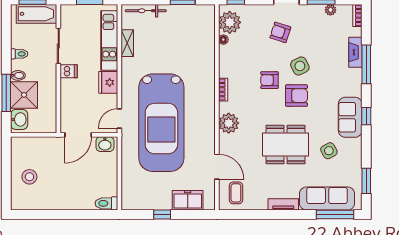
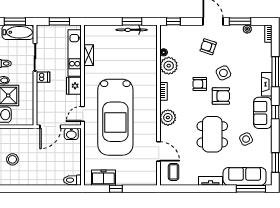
bicycle: (146, 11) -> (132, 30), moved
plant: (230, 22) -> (169, 66), moved
fireplace: (355, 52) -> (267, 84), moved
dining table: (286, 145) -> (212, 134), turned 90
freezer: (188, 200) -> (103, 178), moved

